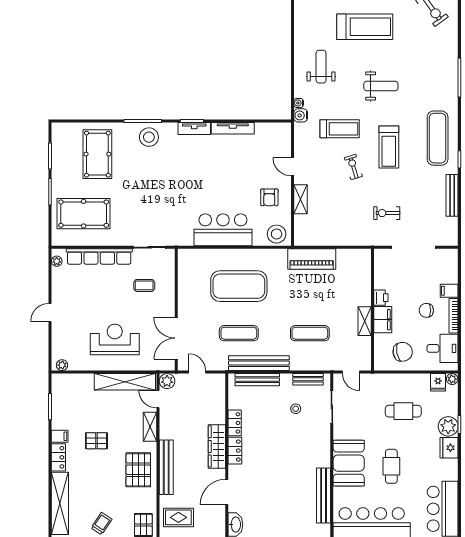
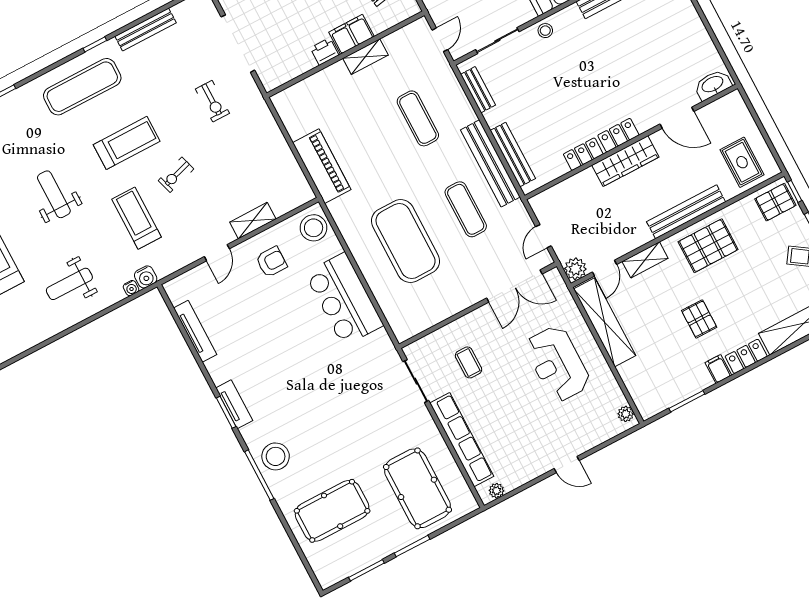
tv unit: (233, 128) -> (195, 331), moved
stool: (296, 409) -> (545, 31), moved

